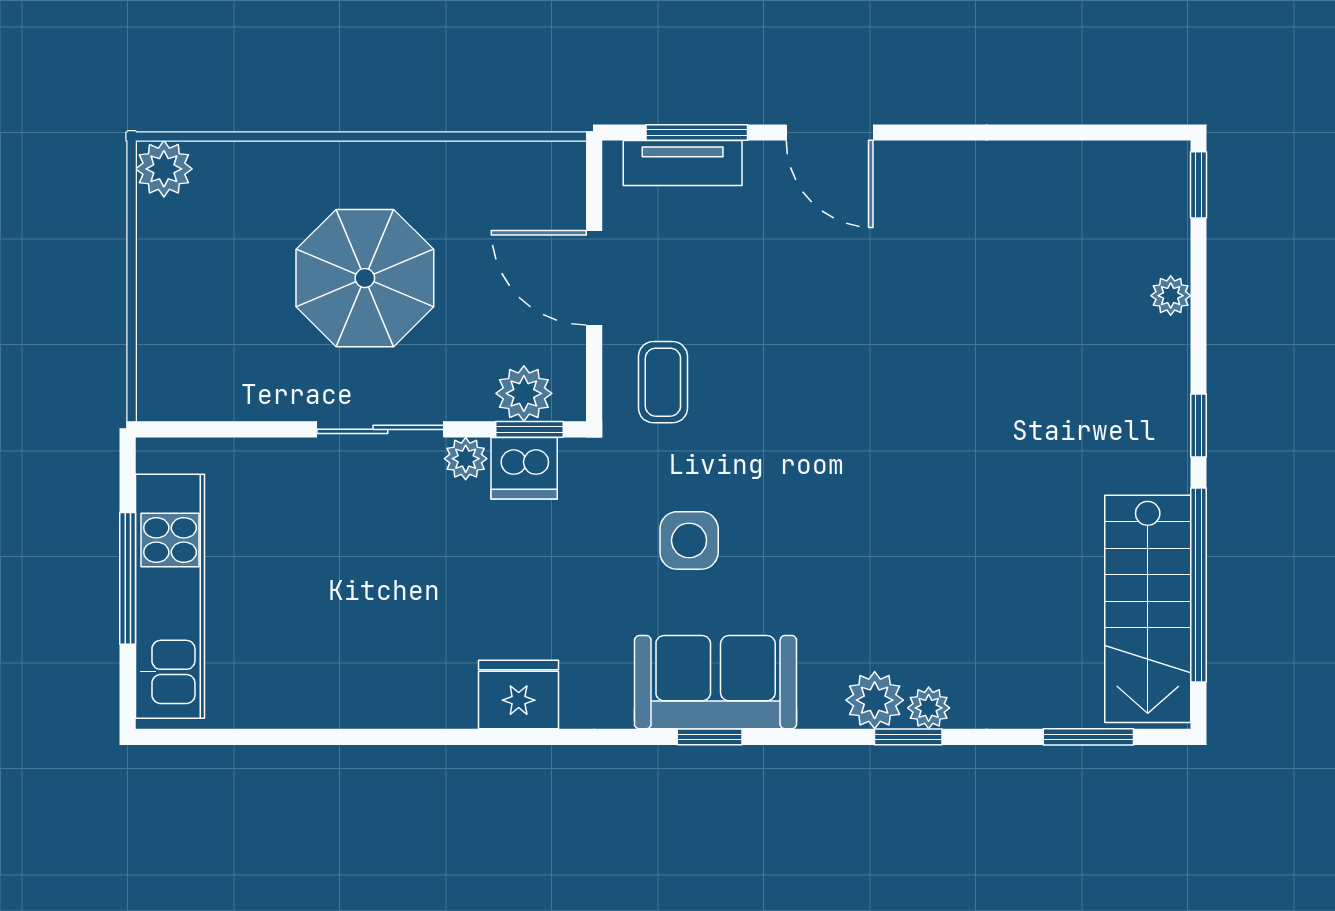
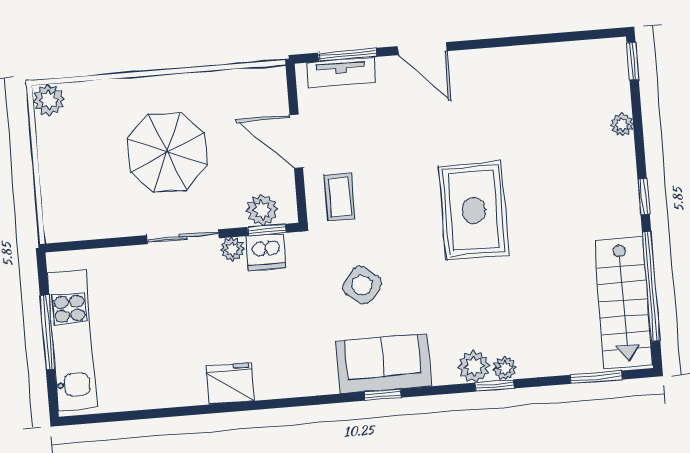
rug: (897, 425) -> (474, 210), added
side table: (689, 540) -> (362, 285), turned 38
fridge: (519, 695) -> (230, 383), moved

